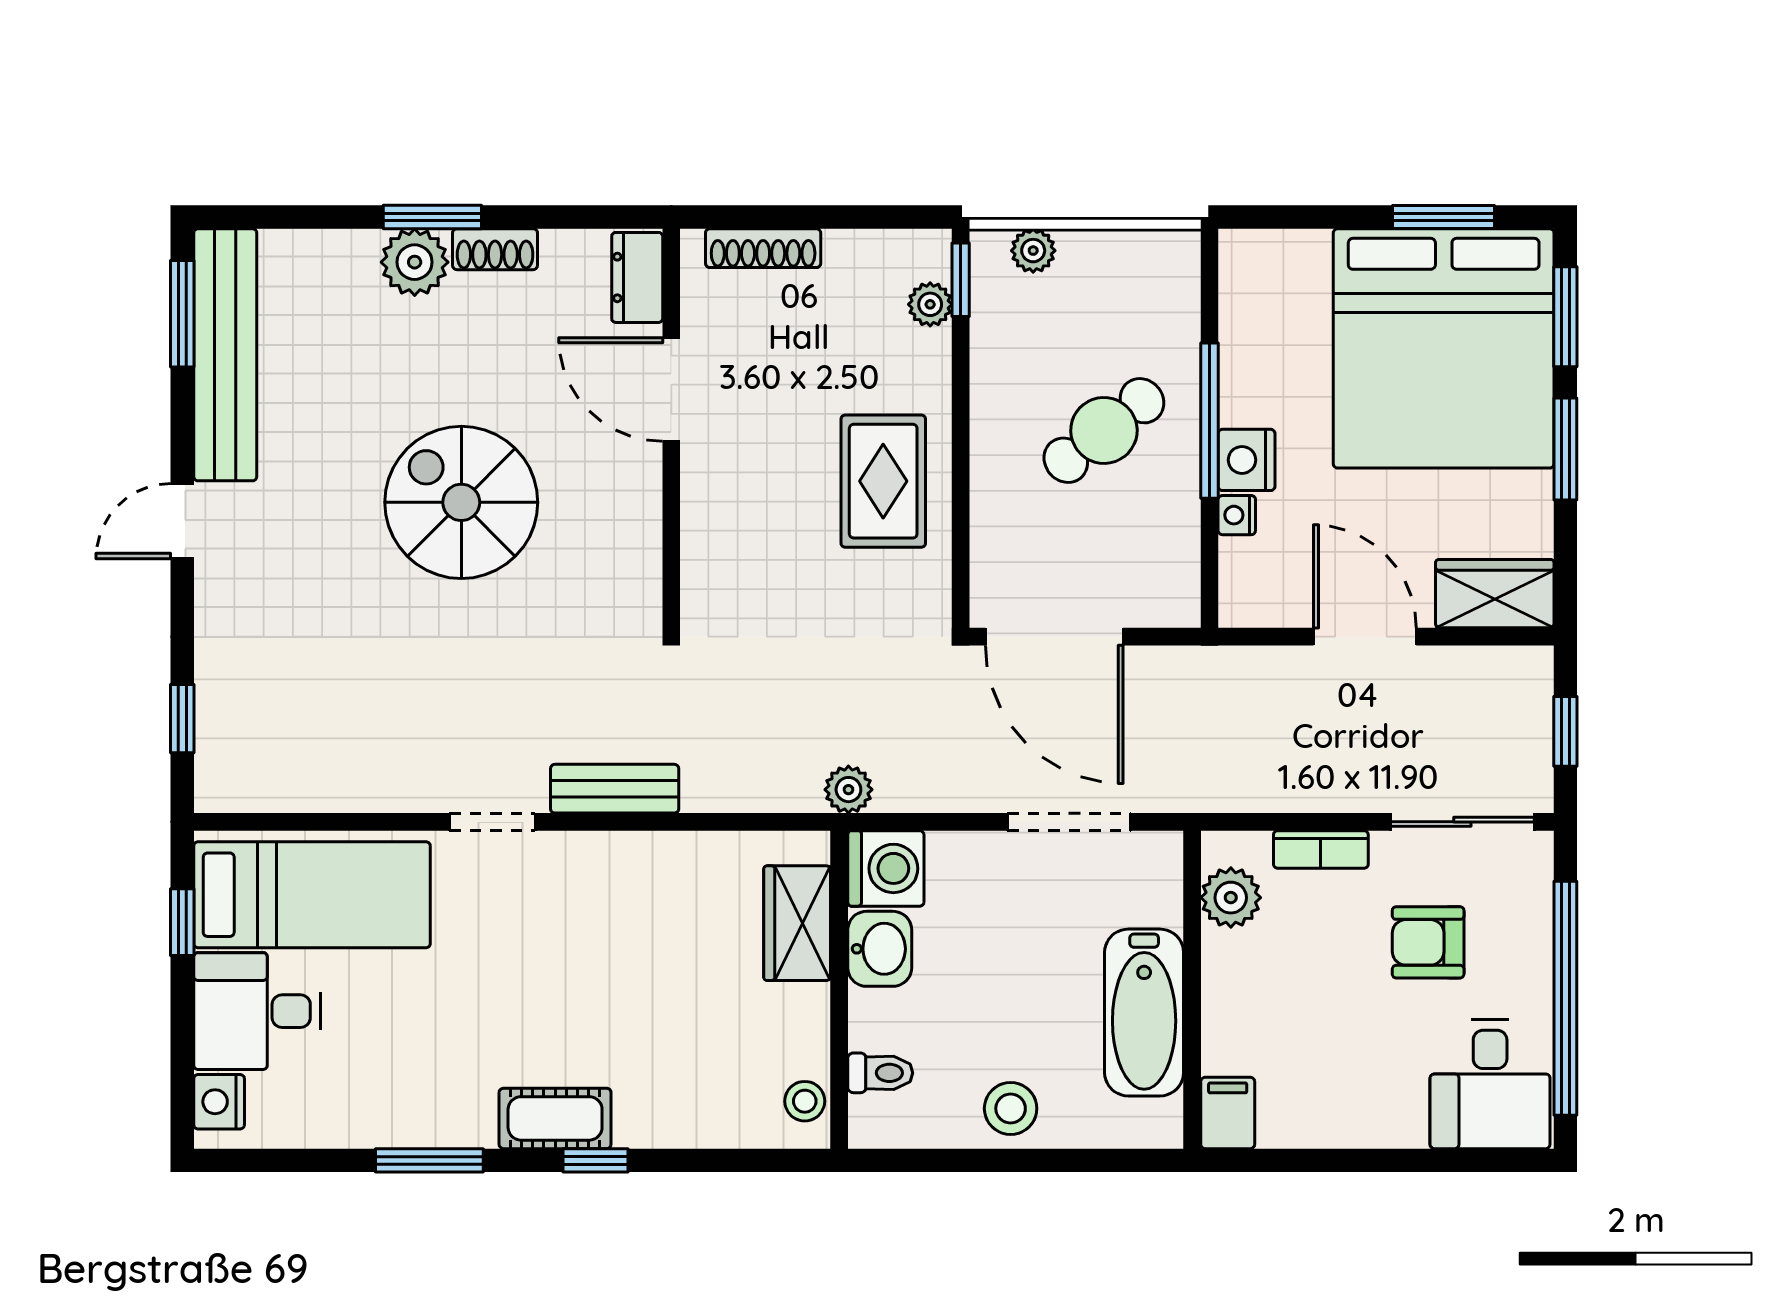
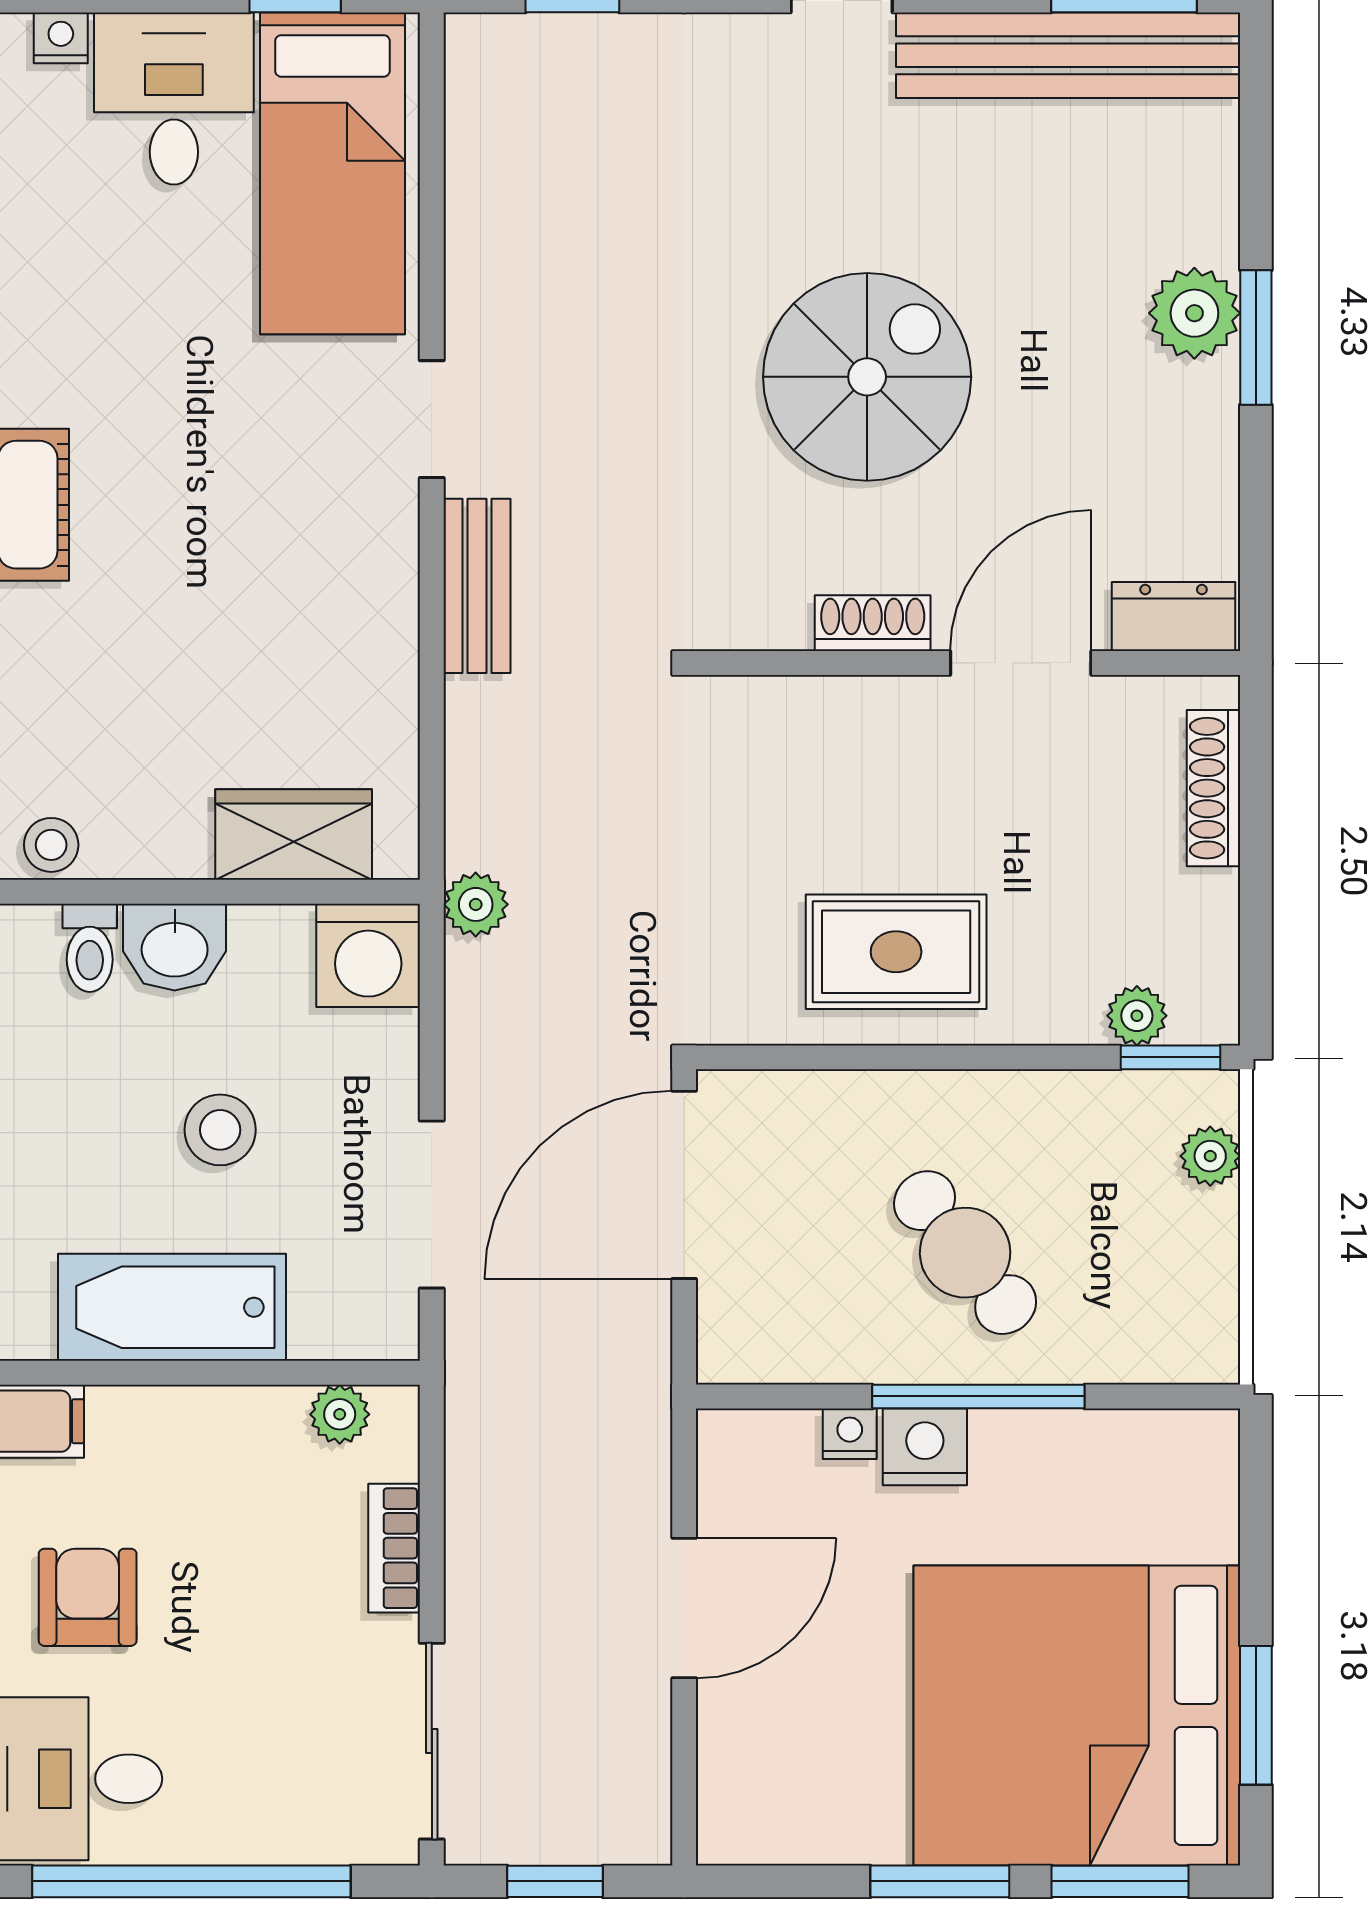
shoe rack: (495, 249) -> (873, 623), moved, turned 90
wardrobe: (1495, 594) -> (743, 1785), removed
plant: (1231, 898) -> (340, 1414), width x0.73, depth x0.73
armchair: (1428, 942) -> (88, 1597), moved
washbasin: (880, 949) -> (175, 947), moved
nightstand: (219, 1102) -> (61, 38), width x0.72, depth x0.74
stool: (1011, 1108) -> (220, 1130), moved

